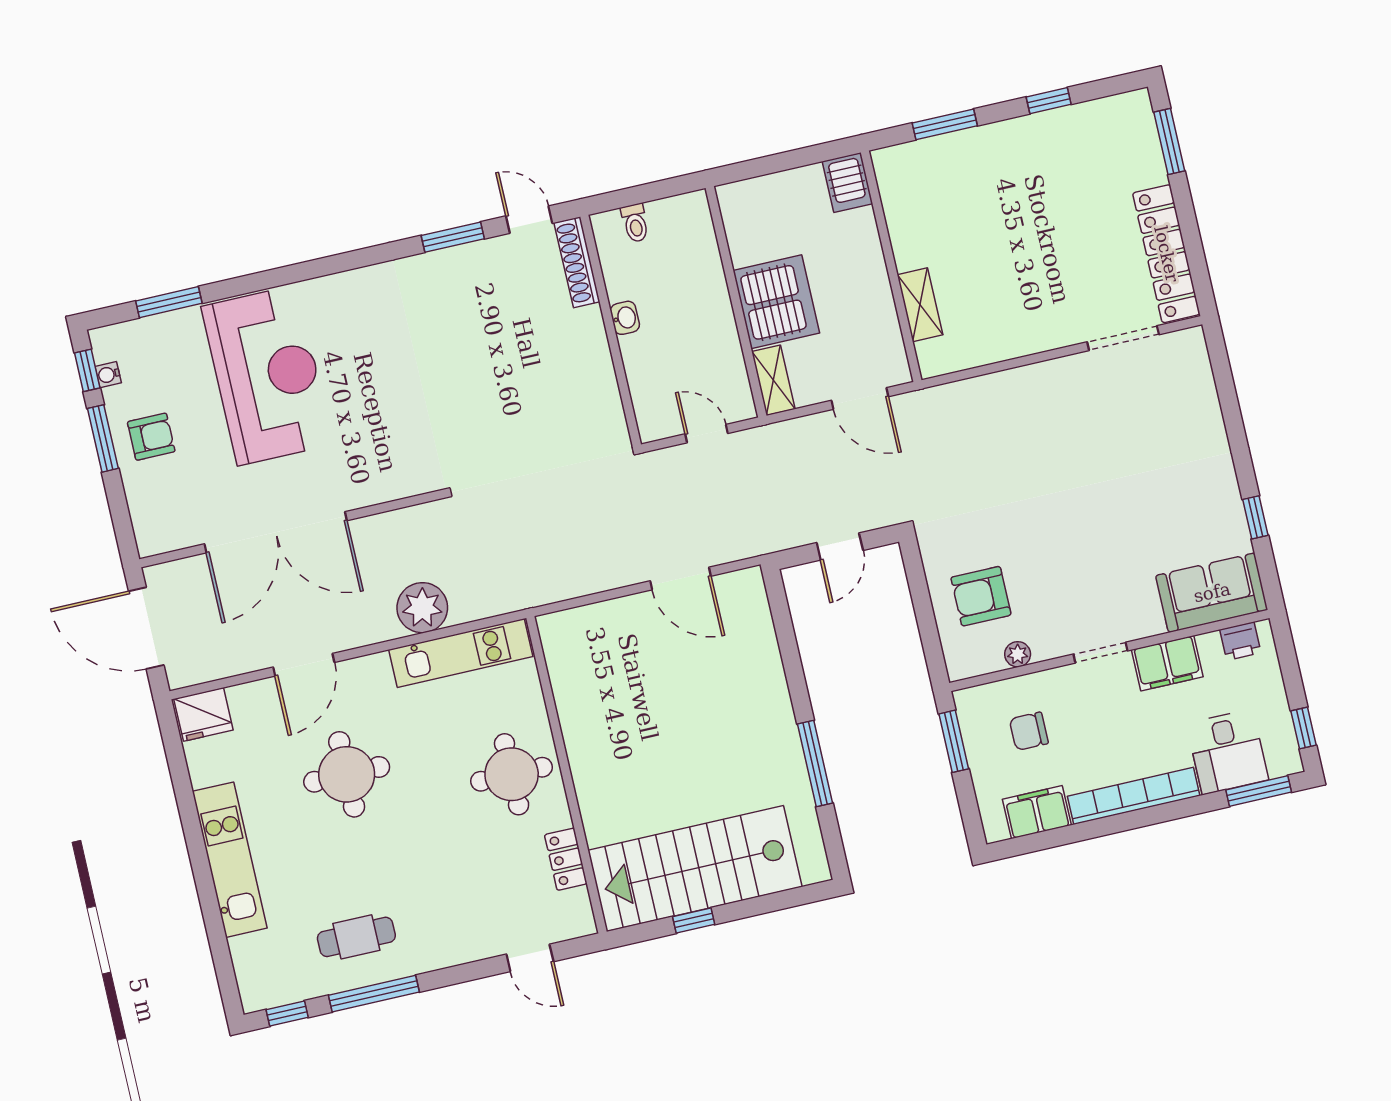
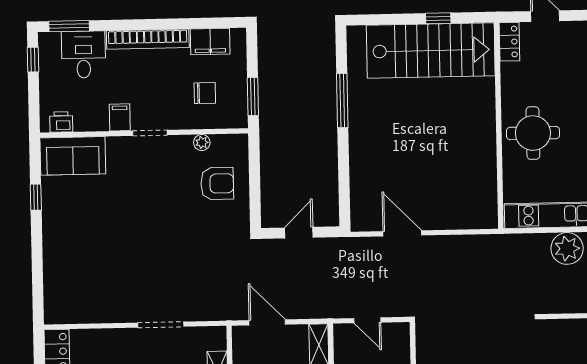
doorway: (1123, 338) -> (161, 325), moved
filing cabinet: (1167, 663) -> (120, 117), width x0.50
locker: (566, 859) -> (509, 42), moved

